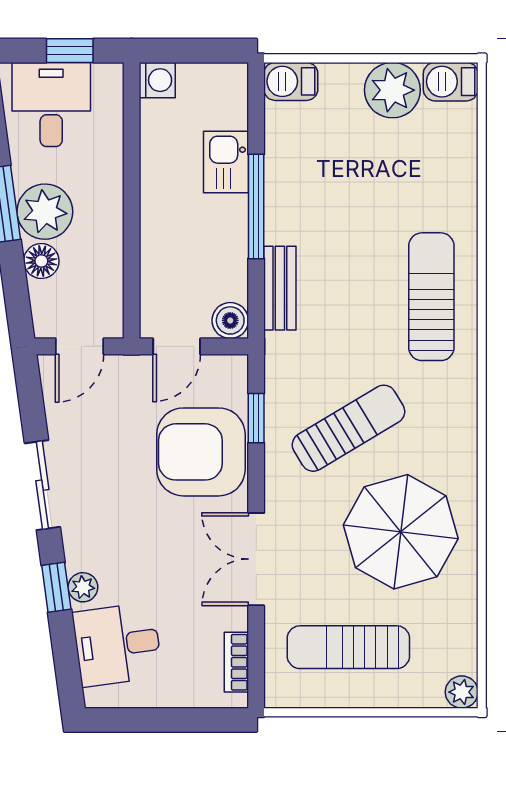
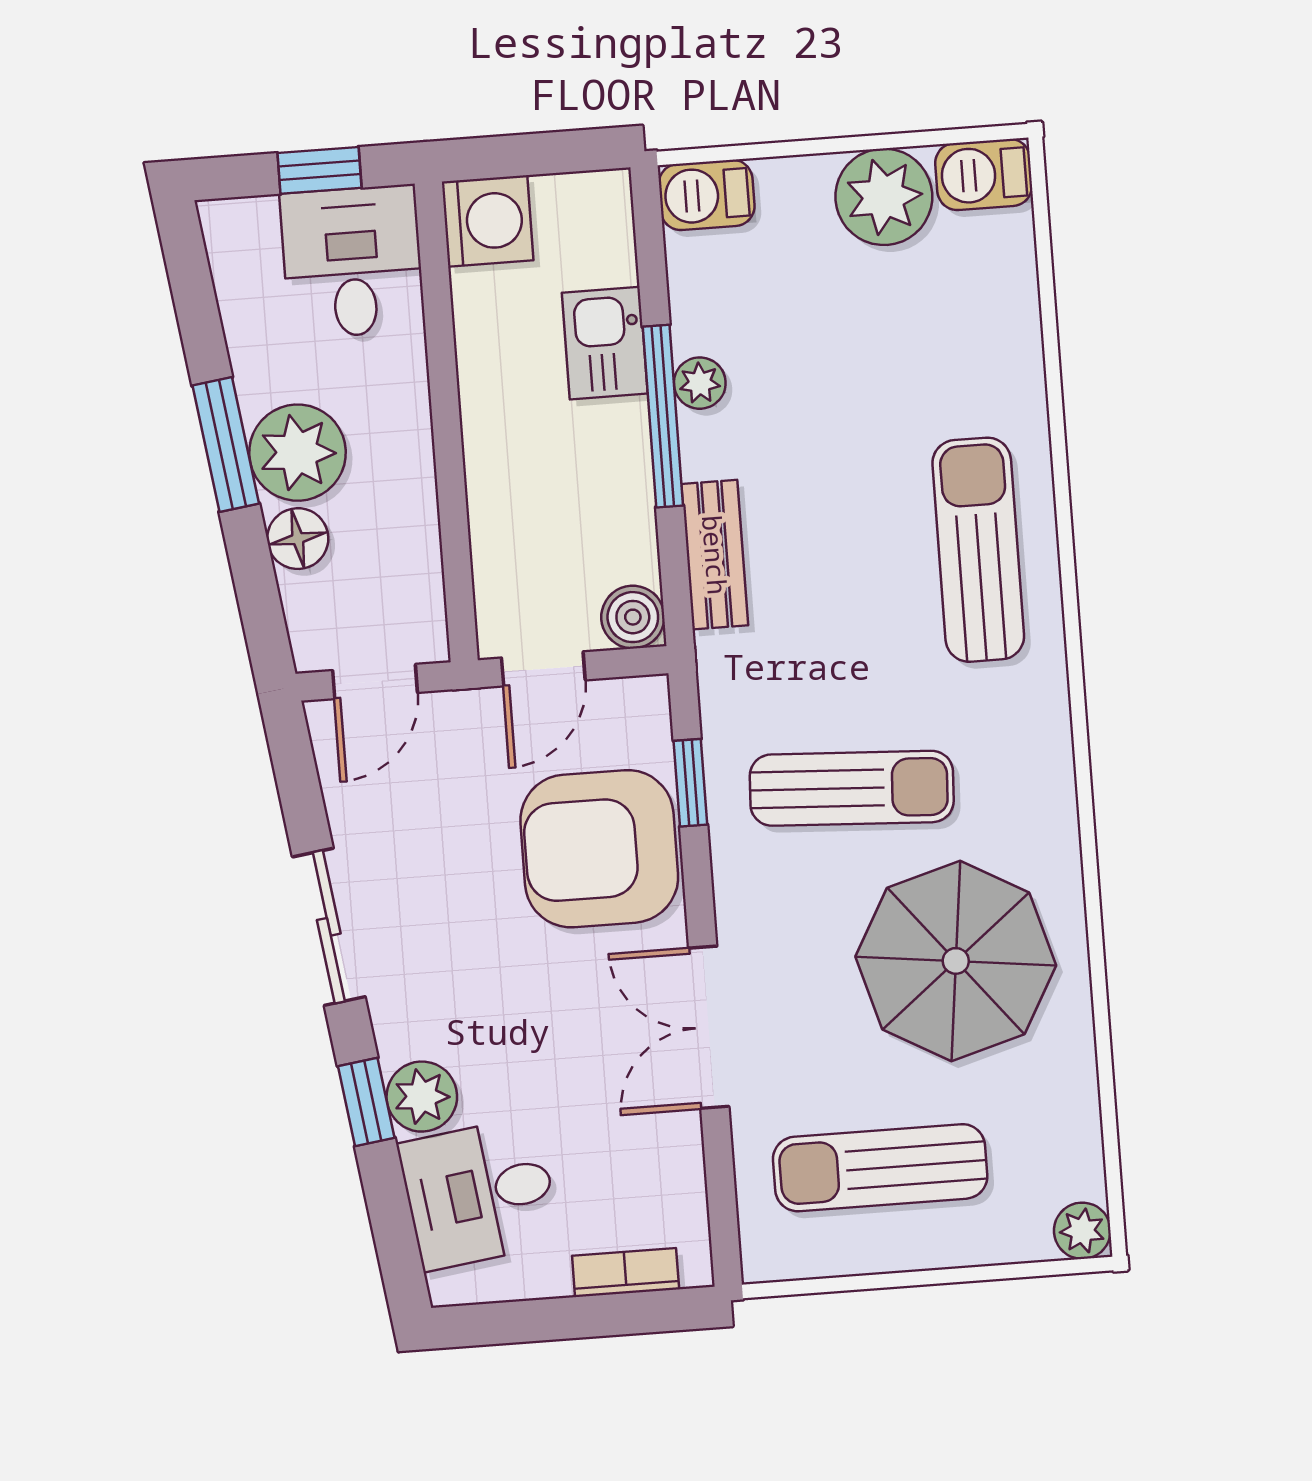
washing machine: (157, 80) -> (488, 221), width x1.38, depth x1.38
desk: (51, 104) -> (352, 262), moved
plant: (279, 189) -> (700, 383), added
sun lounger: (348, 428) -> (852, 788), turned 34
plant: (83, 587) -> (422, 1097), width x1.38, depth x1.38
bookcase: (236, 662) -> (626, 1272), moved, turned 90

